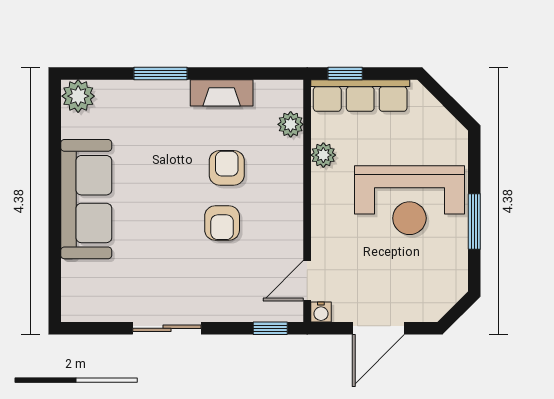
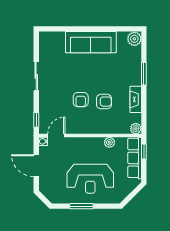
plant: (291, 124) -> (136, 129), moved
reception desk: (409, 200) -> (90, 179), turned -90
armchair: (222, 223) -> (81, 100), turned -90
door: (307, 281) -> (56, 136), hinge flipped

